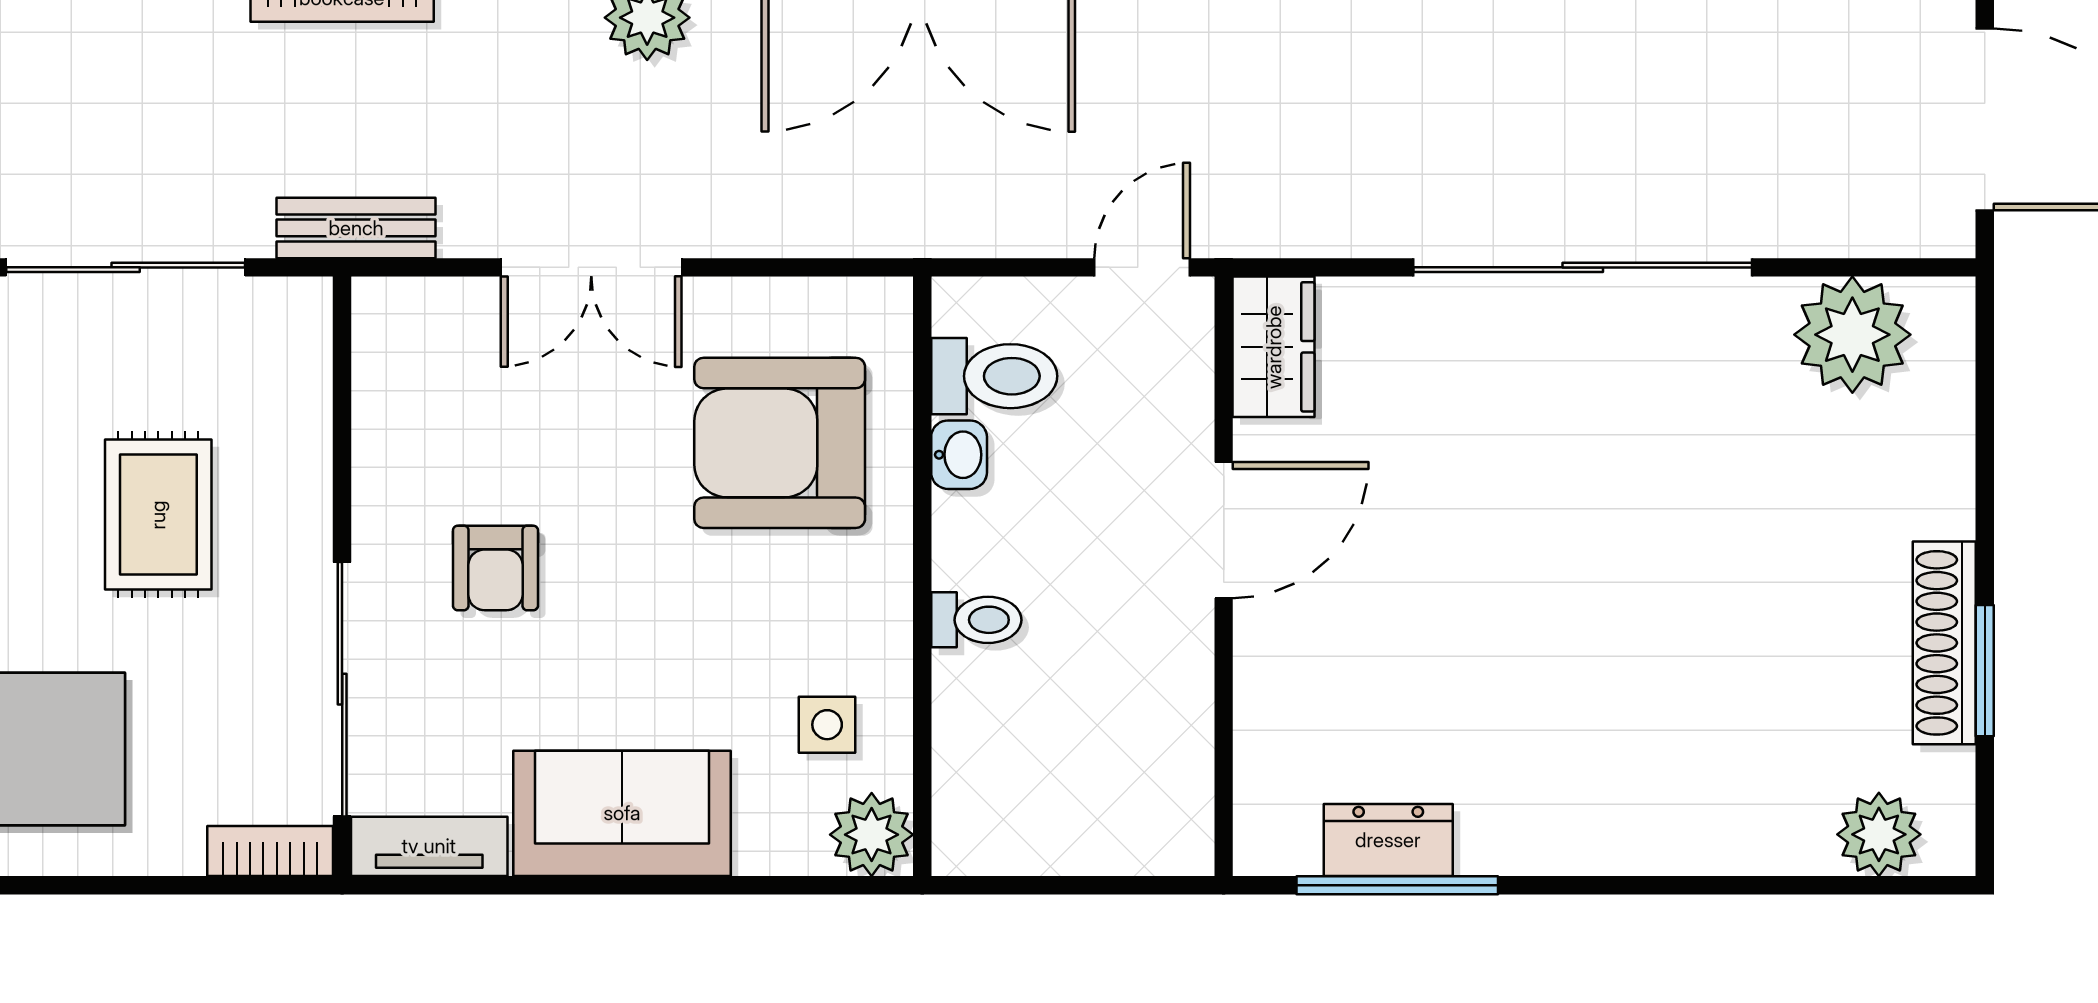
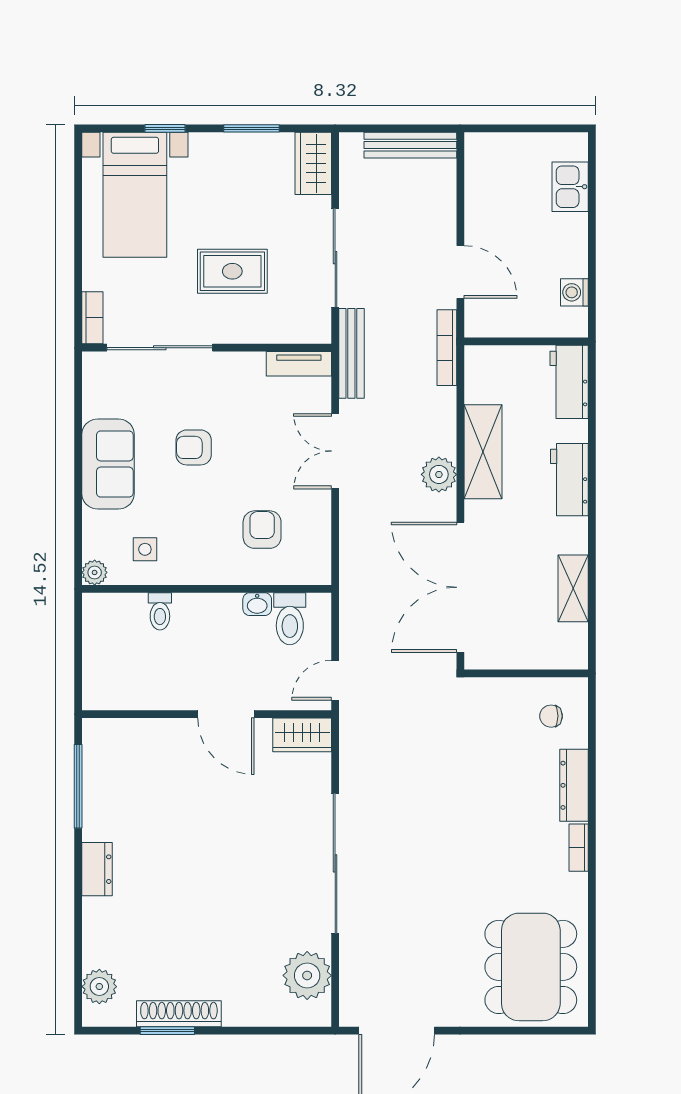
bench: (356, 228) -> (351, 353), width x1.36
door: (1142, 267) -> (335, 680), swing flipped
armchair: (780, 443) -> (262, 530), width x0.53, depth x0.53
armchair: (495, 568) -> (194, 447), moved
toilet: (976, 620) -> (160, 611), moved
plant: (872, 835) -> (95, 572), width x0.73, depth x0.73
dresser: (1388, 840) -> (97, 869), moved
tv unit: (429, 846) -> (299, 364), moved, turned 90

